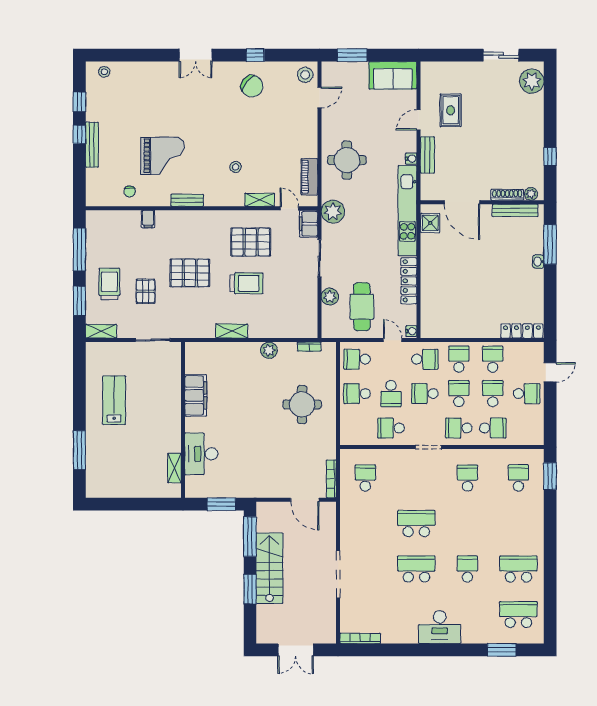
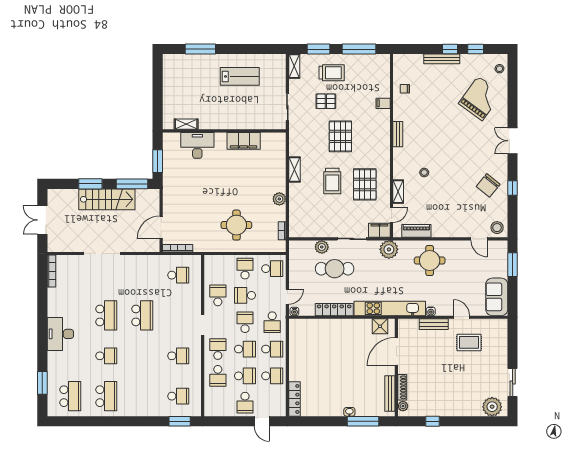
grand piano: (163, 156) -> (480, 98), moved, turned -144
cafe table: (362, 307) -> (335, 269), moved
school desk: (357, 359) -> (272, 269), turned 90

